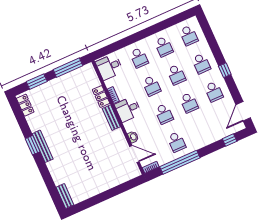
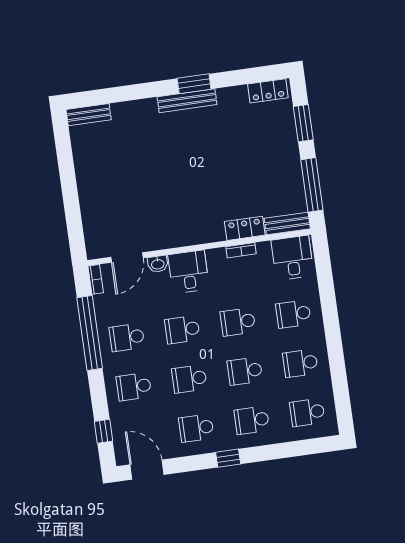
desk: (128, 109) -> (189, 272), moved
bench: (111, 118) -> (287, 224), moved
school desk: (201, 131) -> (134, 387), added

